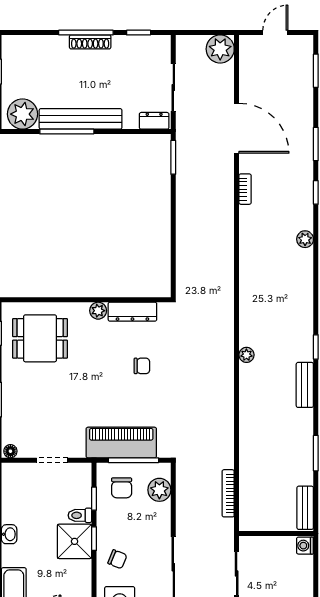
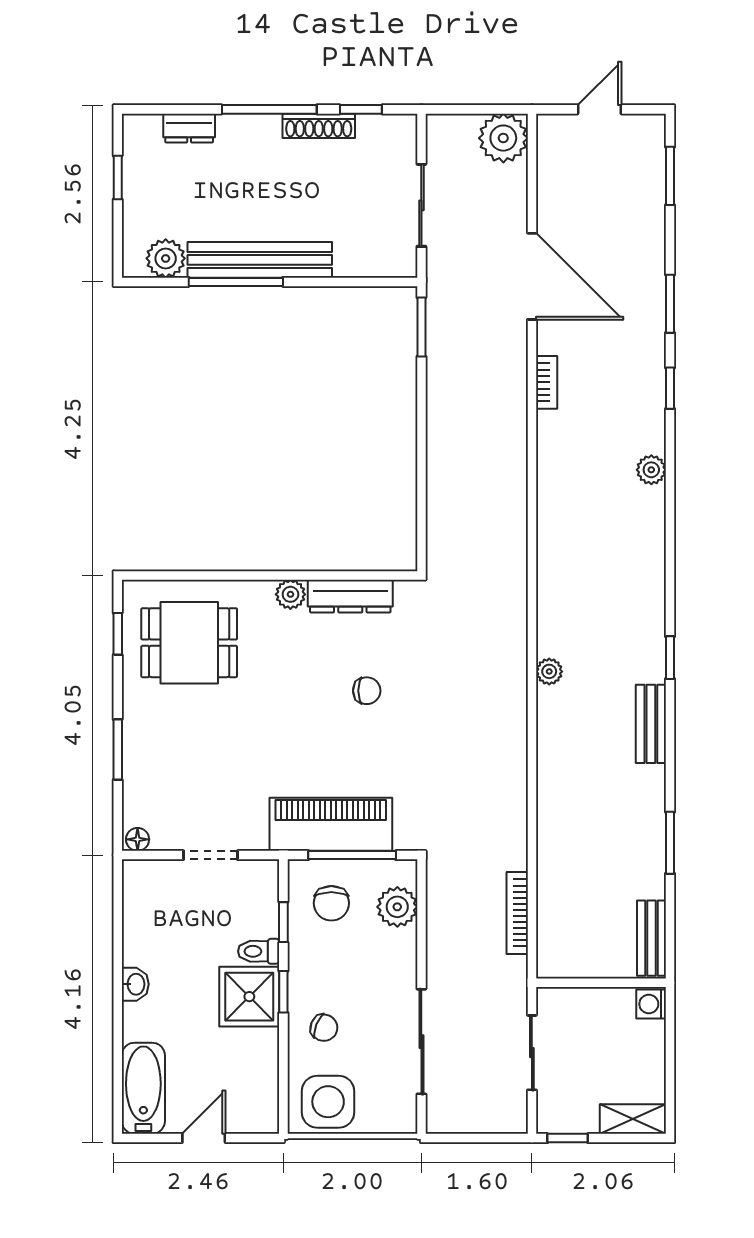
shoe rack: (90, 42) -> (319, 126), moved
plant: (22, 114) -> (166, 258), width x0.73, depth x0.73
dresser: (154, 121) -> (189, 128), moved, turned 180

